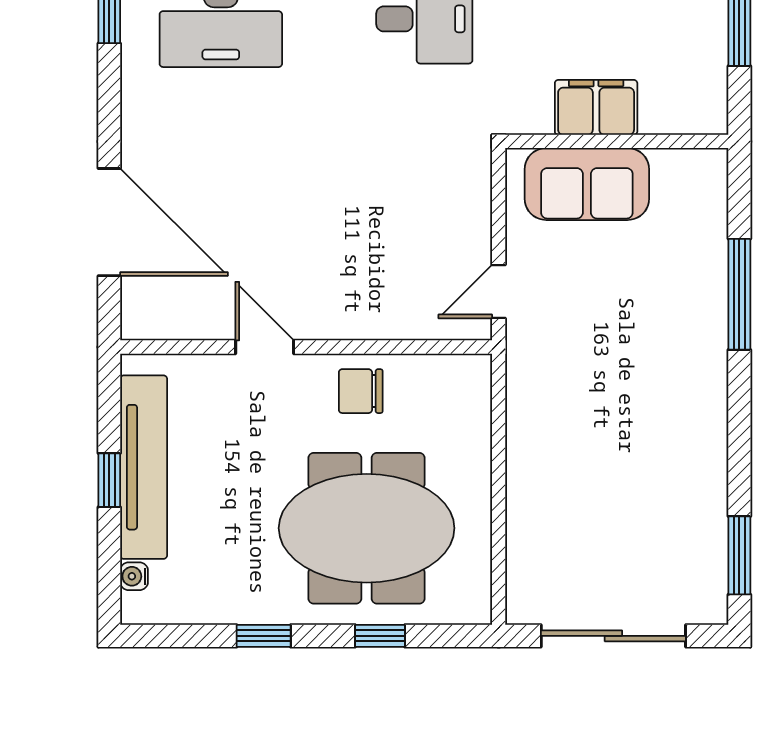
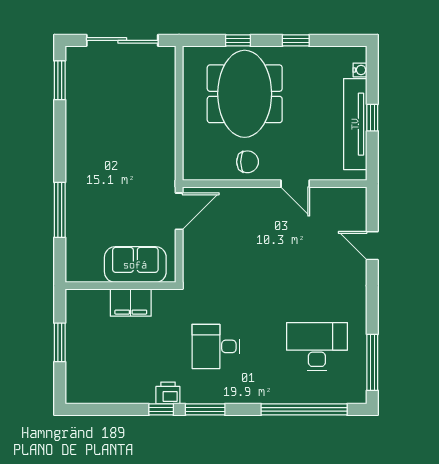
door: (109, 222) -> (372, 246), width x0.53
door: (499, 292) -> (179, 211), width x1.38
meeting table: (367, 528) -> (245, 94), turned 90

